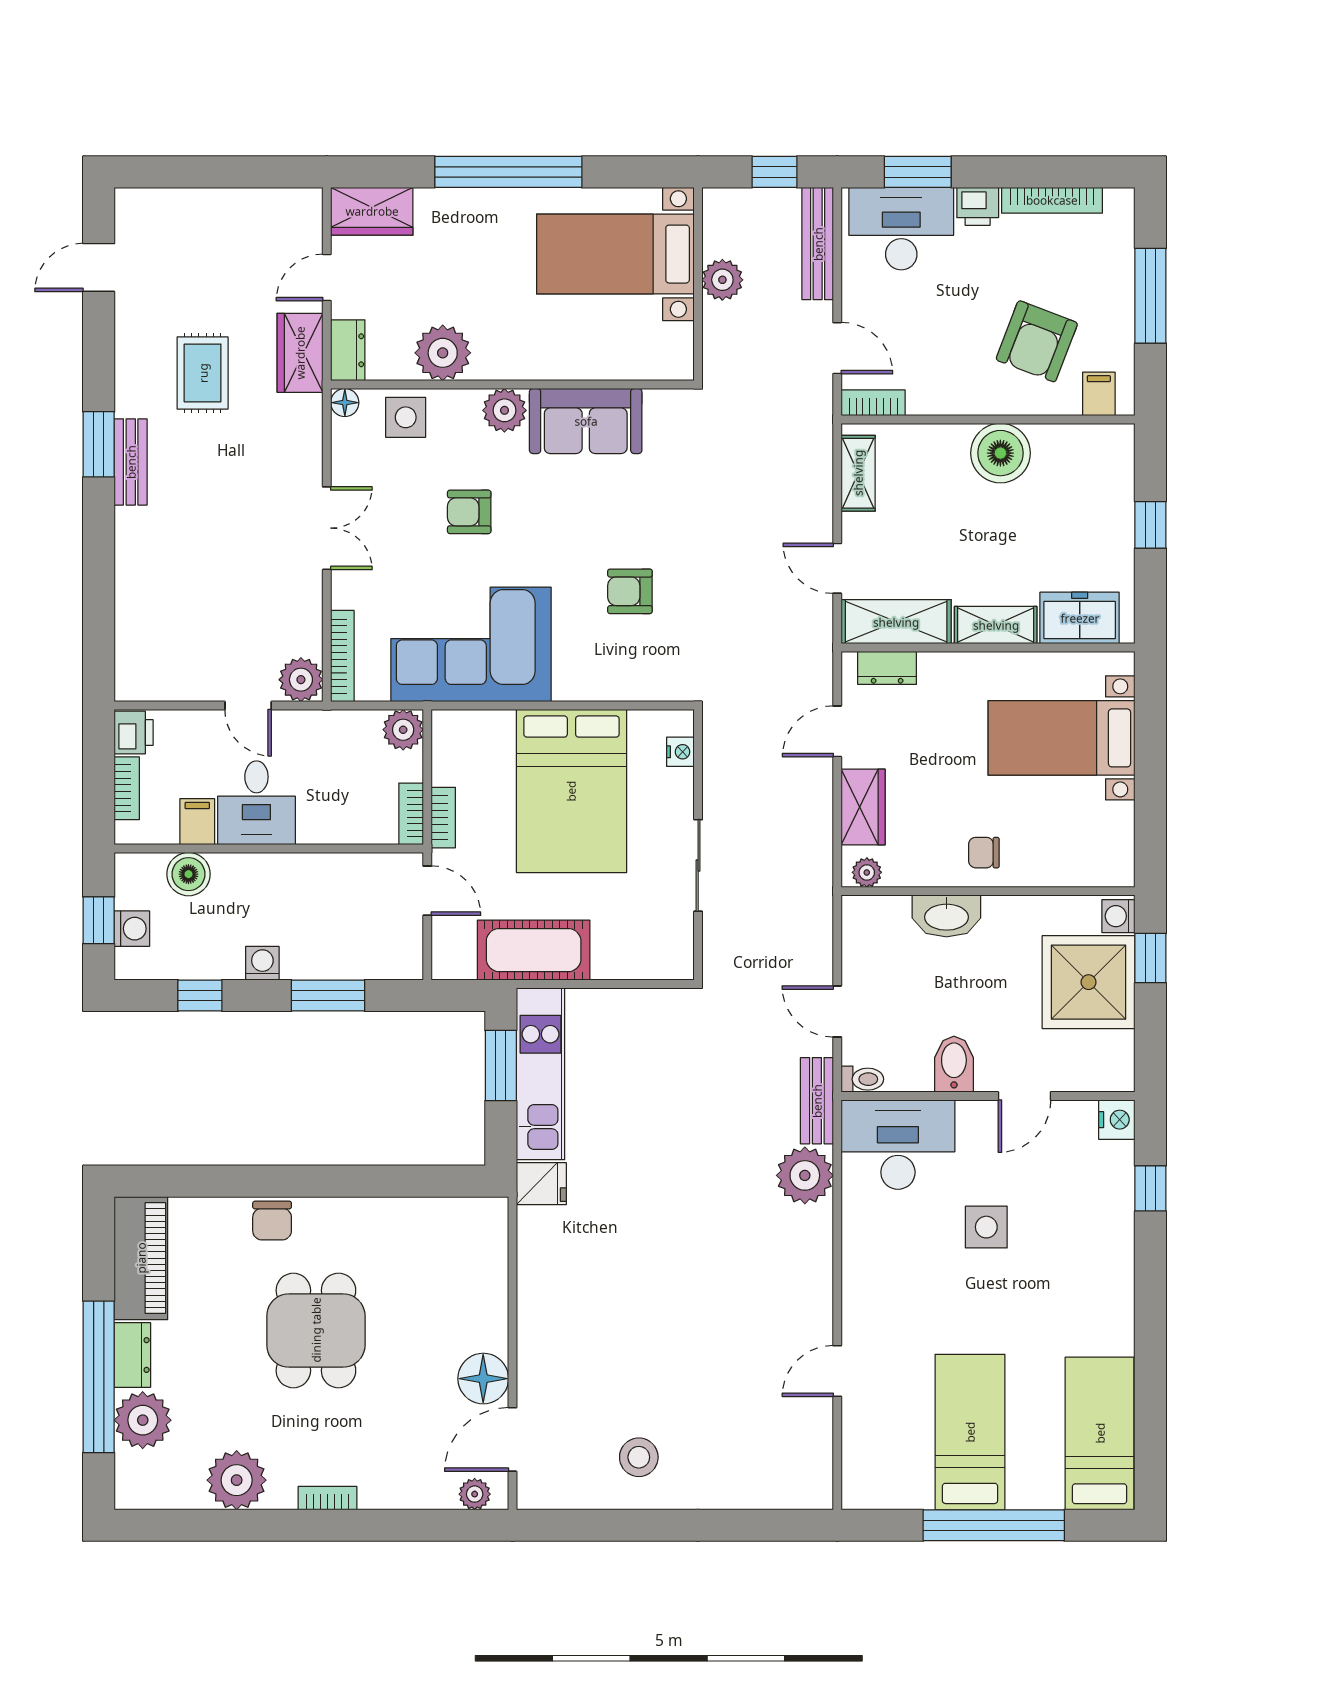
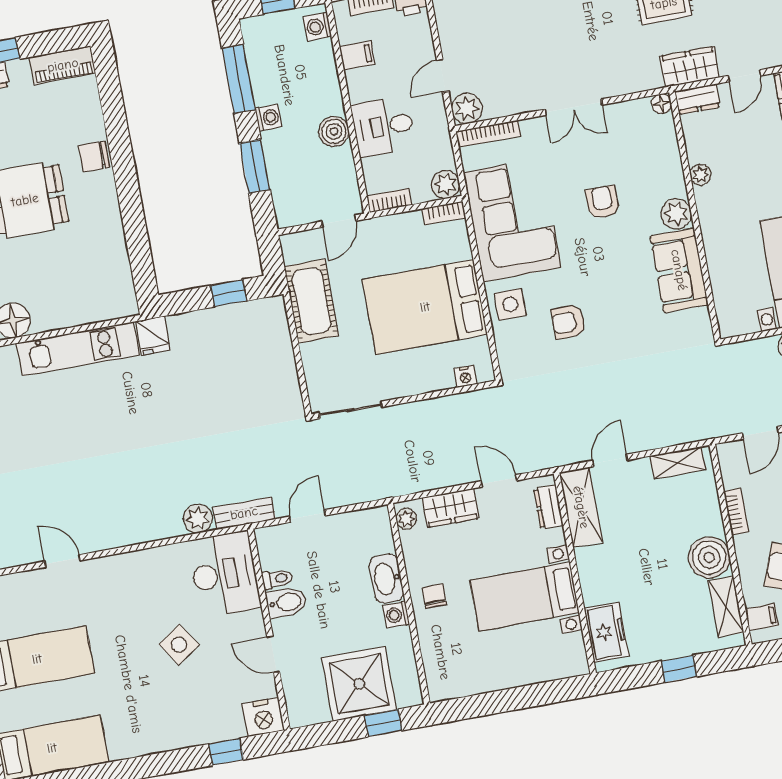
door: (327, 278) -> (745, 76), swing flipped
plant: (443, 353) -> (700, 175), width x0.53, depth x0.53
bookcase: (873, 403) -> (736, 512), moved
side table: (406, 417) -> (510, 304), moved
armchair: (630, 591) -> (568, 322), turned -90
shelving: (996, 625) -> (726, 607), moved
bed with nightstands: (1061, 738) -> (525, 596), moved, turned -90
desk: (256, 803) -> (383, 126), moved
bookcase: (443, 818) -> (444, 213), moved
sliding door: (698, 865) -> (350, 410), moved
boiler: (188, 874) -> (334, 131), moved
washing machine: (1118, 916) -> (396, 615), moved, turned -90
washing machine: (132, 929) -> (317, 27), moved, turned 90
window: (200, 996) -> (239, 79), width x2.17
window: (501, 1066) -> (229, 293), width x0.67
kitchen unit: (541, 1074) -> (78, 349), moved
toilet: (862, 1079) -> (277, 579), moved, turned -90
nightstand: (1117, 1120) -> (263, 717), width x1.36, depth x1.33
plant: (805, 1175) -> (198, 519), width x0.73, depth x0.73
side table: (986, 1227) -> (179, 645), turned -34
piano: (141, 1258) -> (63, 65), width x0.73, depth x0.75

